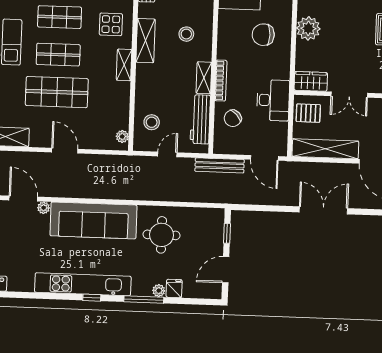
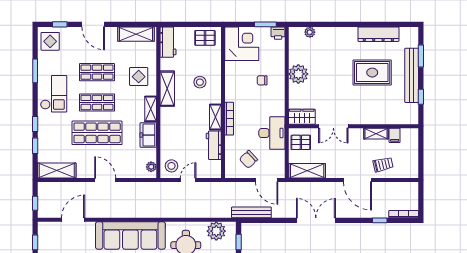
chair: (263, 35) -> (262, 80), width x0.54, depth x0.54
freezer: (120, 97) -> (148, 135), added
chair: (233, 118) -> (248, 159), moved
workbench: (200, 119) -> (214, 145), width x0.73
stool: (152, 122) -> (171, 166), moved
shelving: (325, 149) -> (307, 171), width x0.68
bench: (220, 165) -> (251, 212), moved
door: (23, 199) -> (73, 220), hinge flipped
plant: (44, 208) -> (216, 231), moved, width x1.87, depth x1.87

